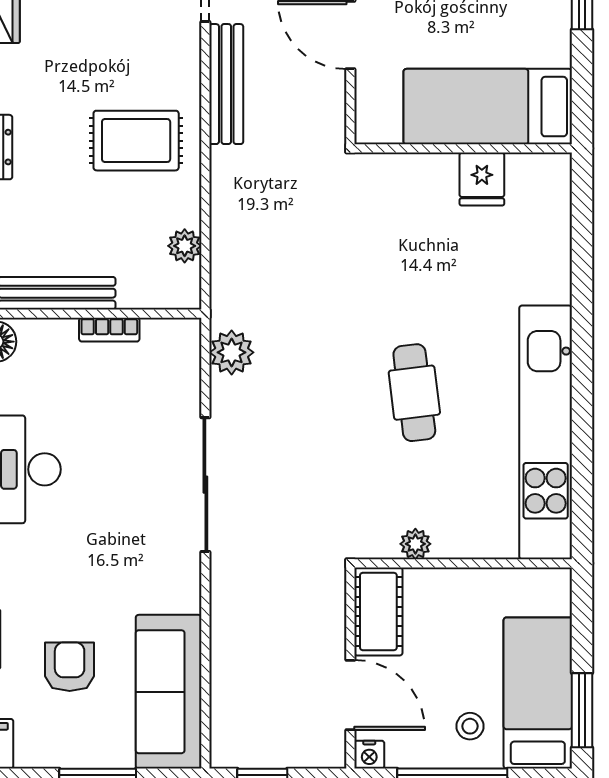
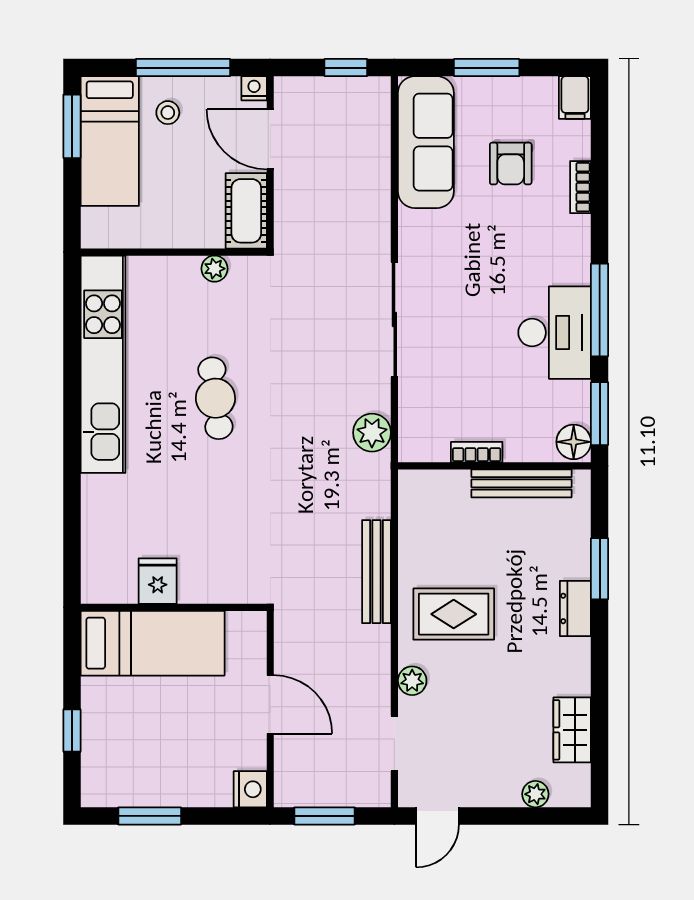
bench: (226, 84) -> (377, 572), moved
plant: (185, 246) -> (412, 681), moved

